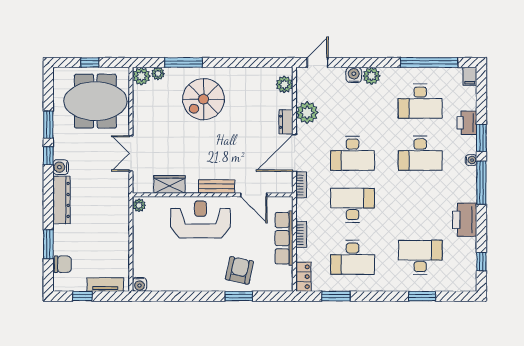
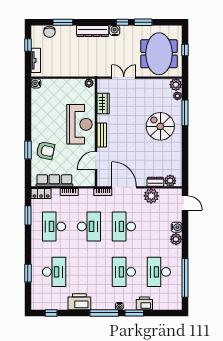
filing cabinet: (470, 76) -> (176, 305), removed
dresser: (286, 122) -> (155, 182), moved
row of seats: (284, 238) -> (54, 180), moved

